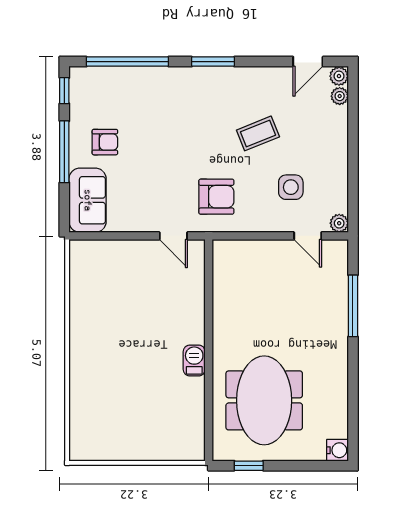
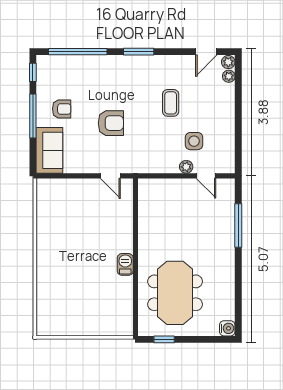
coffee table: (258, 133) -> (171, 103), turned -68
armchair: (216, 197) -> (111, 123), moved
plant: (339, 223) -> (186, 167), moved

